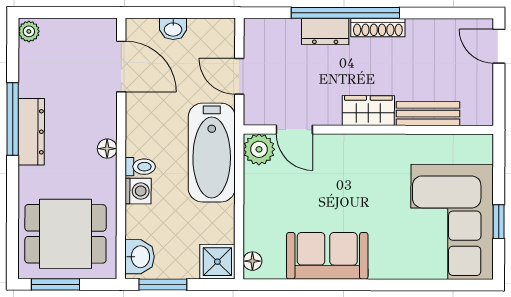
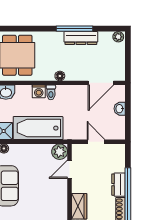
door: (239, 76) -> (96, 142), hinge flipped
dresser: (31, 132) -> (81, 38), moved
bathtub: (212, 153) -> (38, 128), moved

